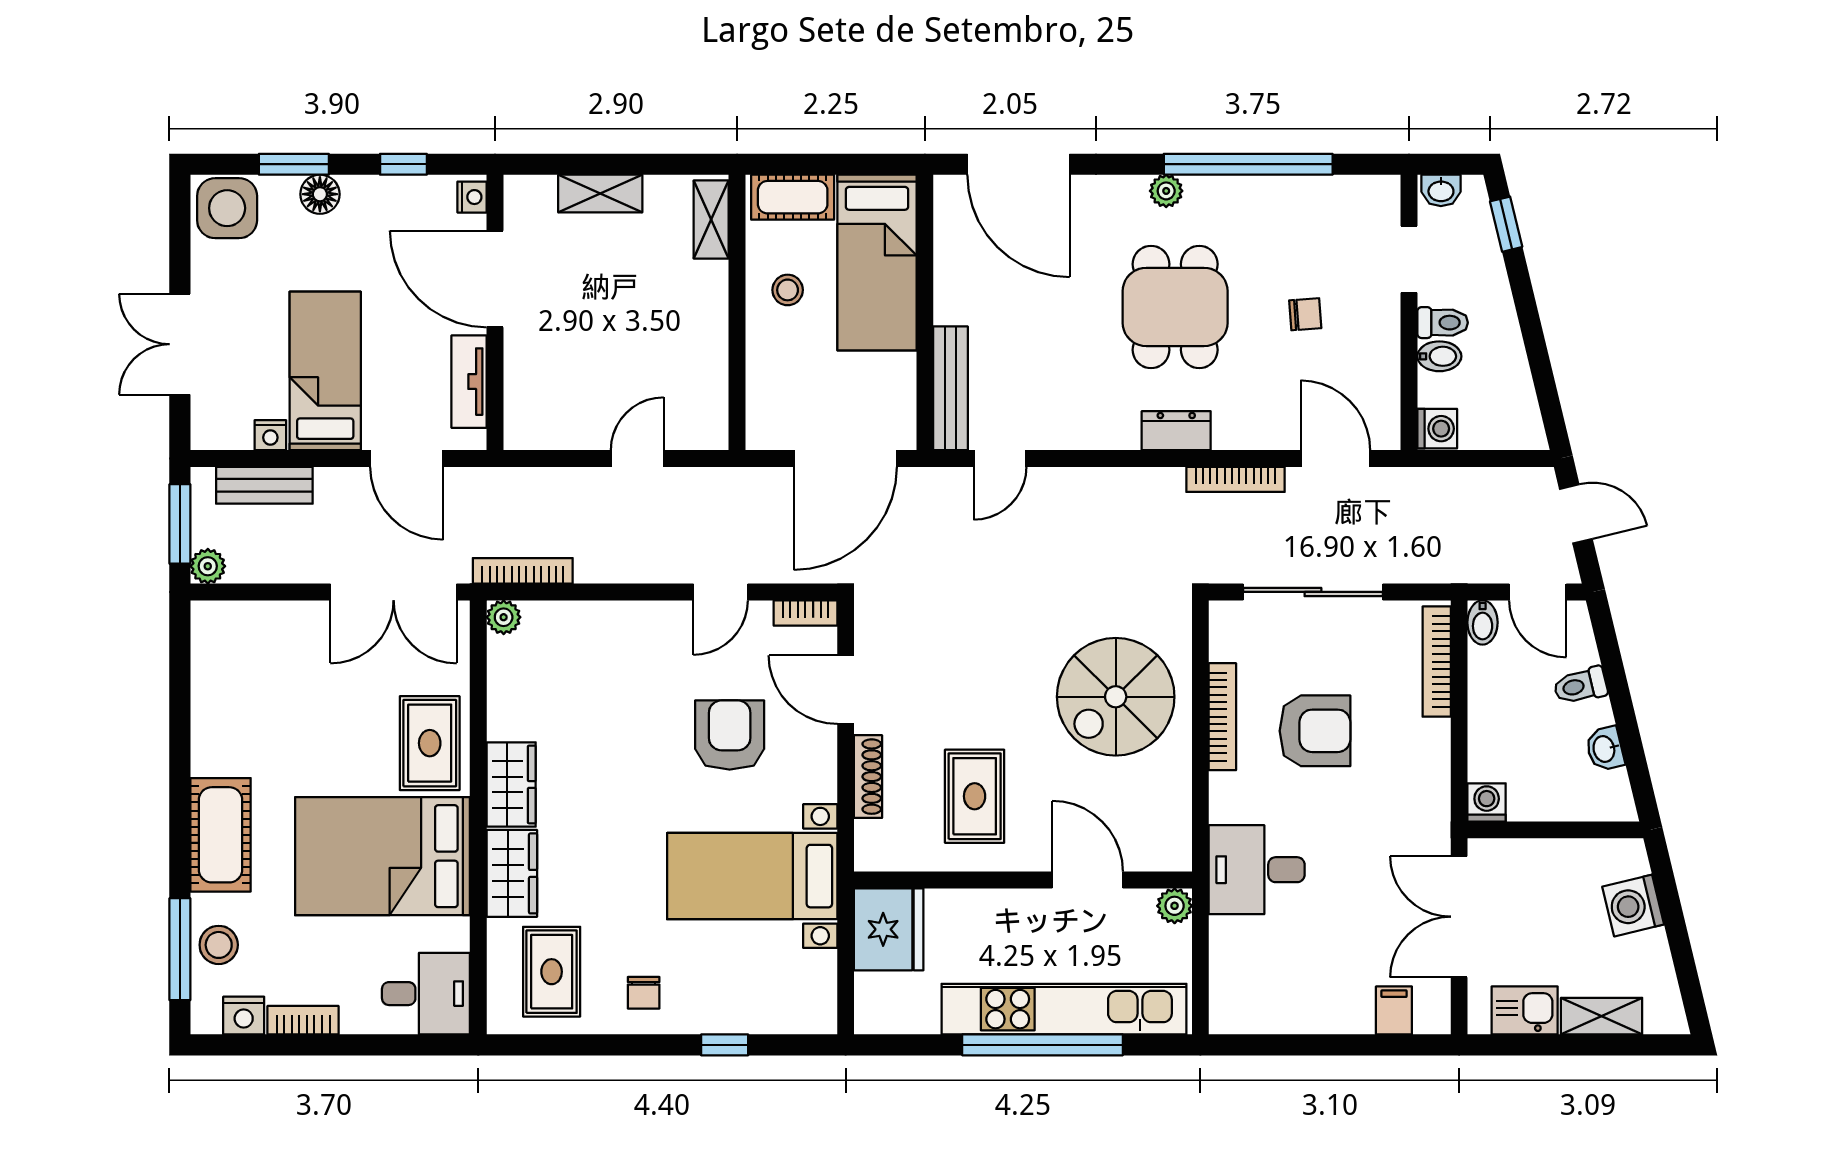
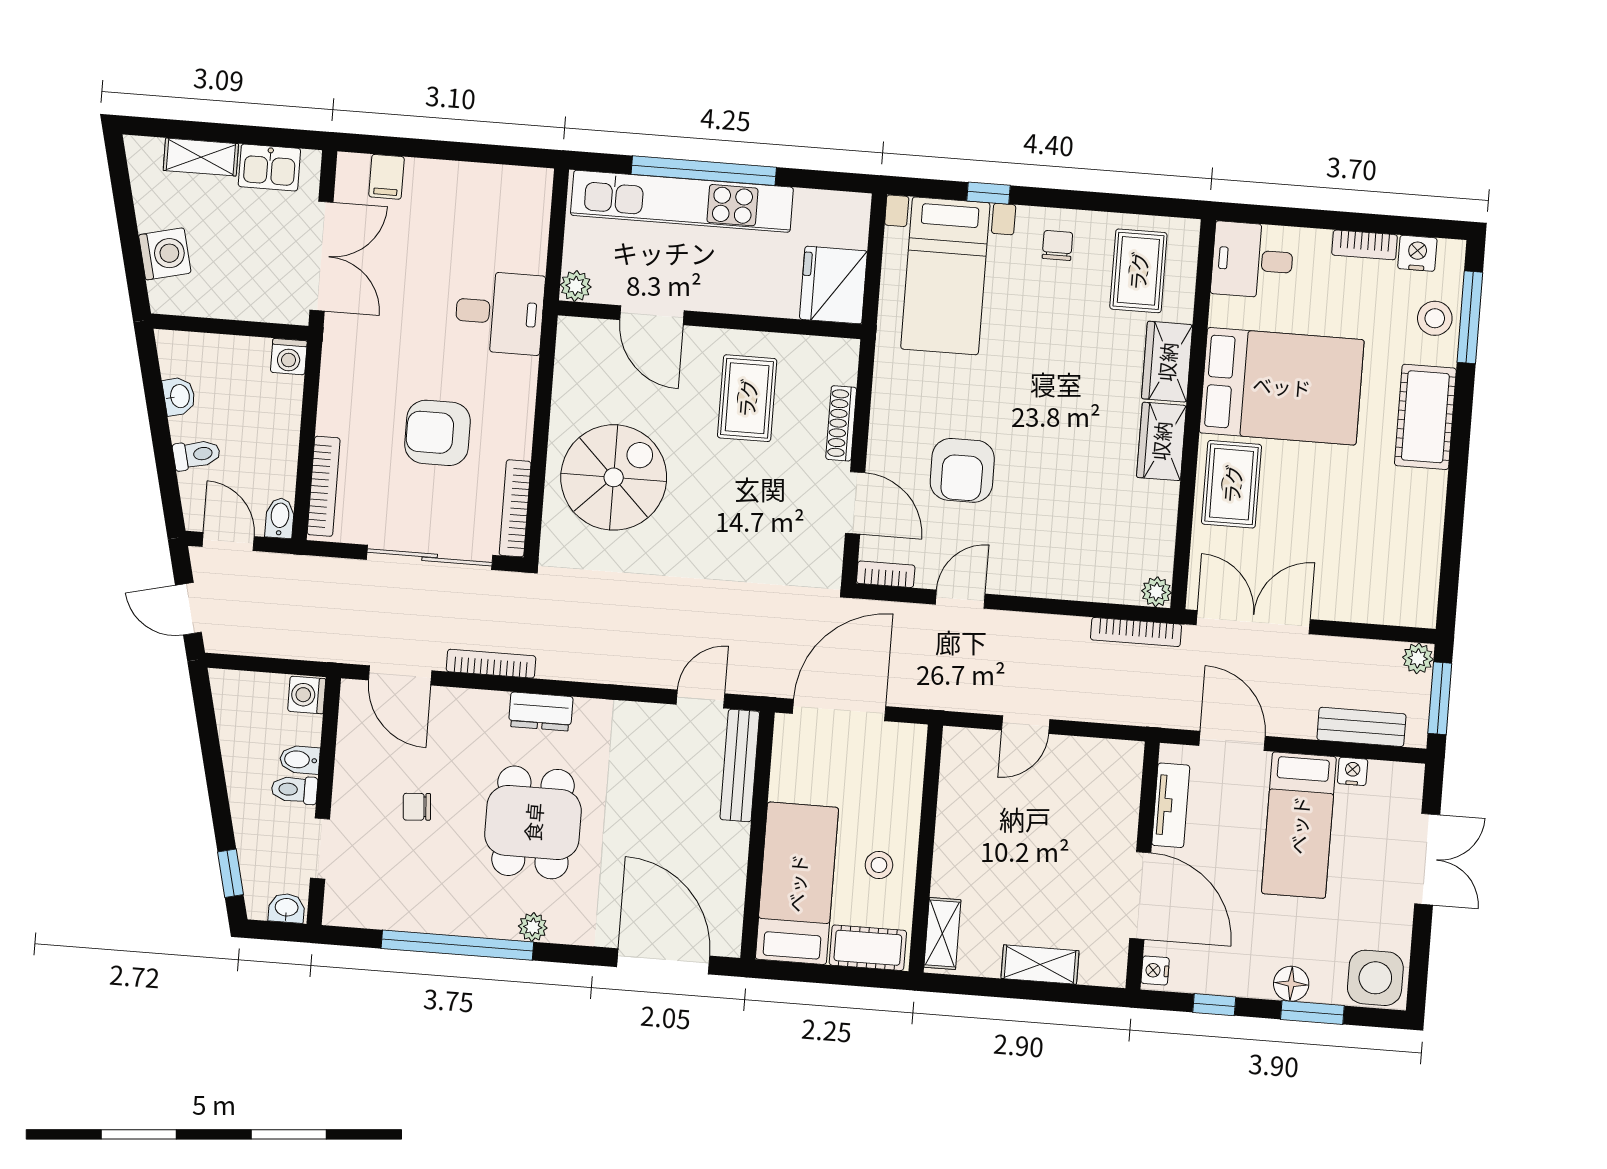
bookcase: (1222, 717) -> (515, 508), moved
bed with nightstands: (752, 876) -> (945, 276), moved, turned 90

